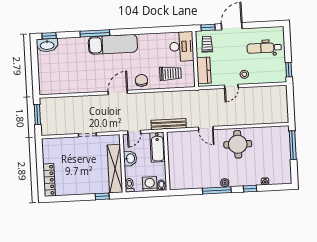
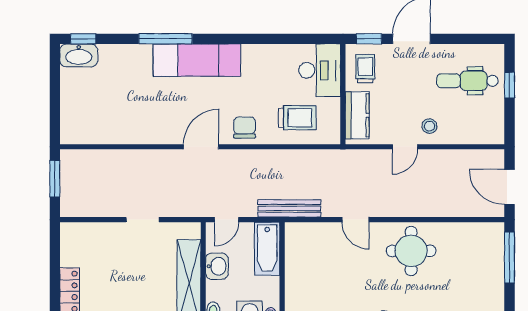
window: (289, 70) -> (510, 85), moved
door: (291, 106) -> (510, 187), added

